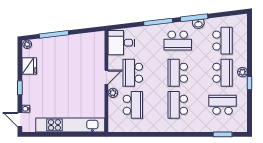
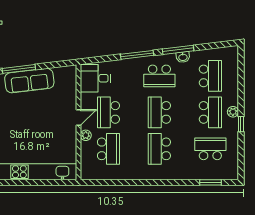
sofa: (63, 45) -> (29, 81), added

